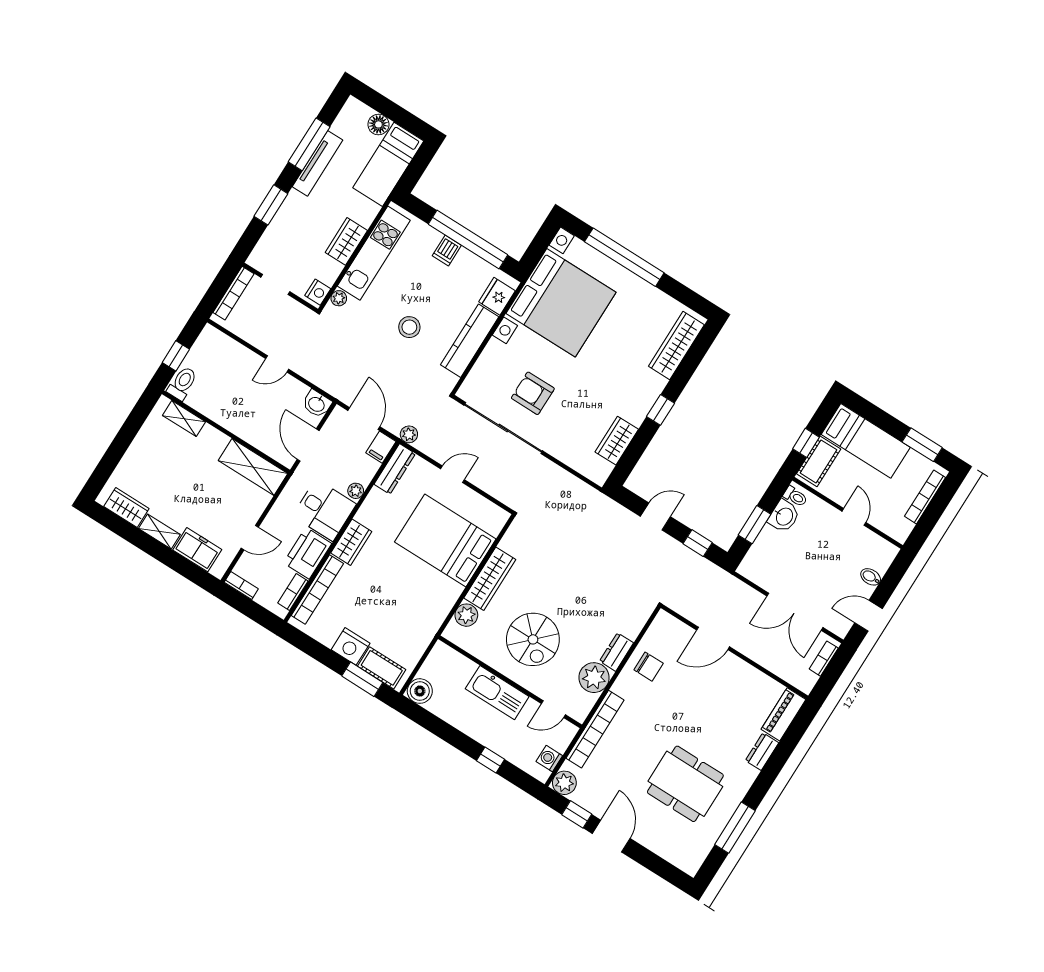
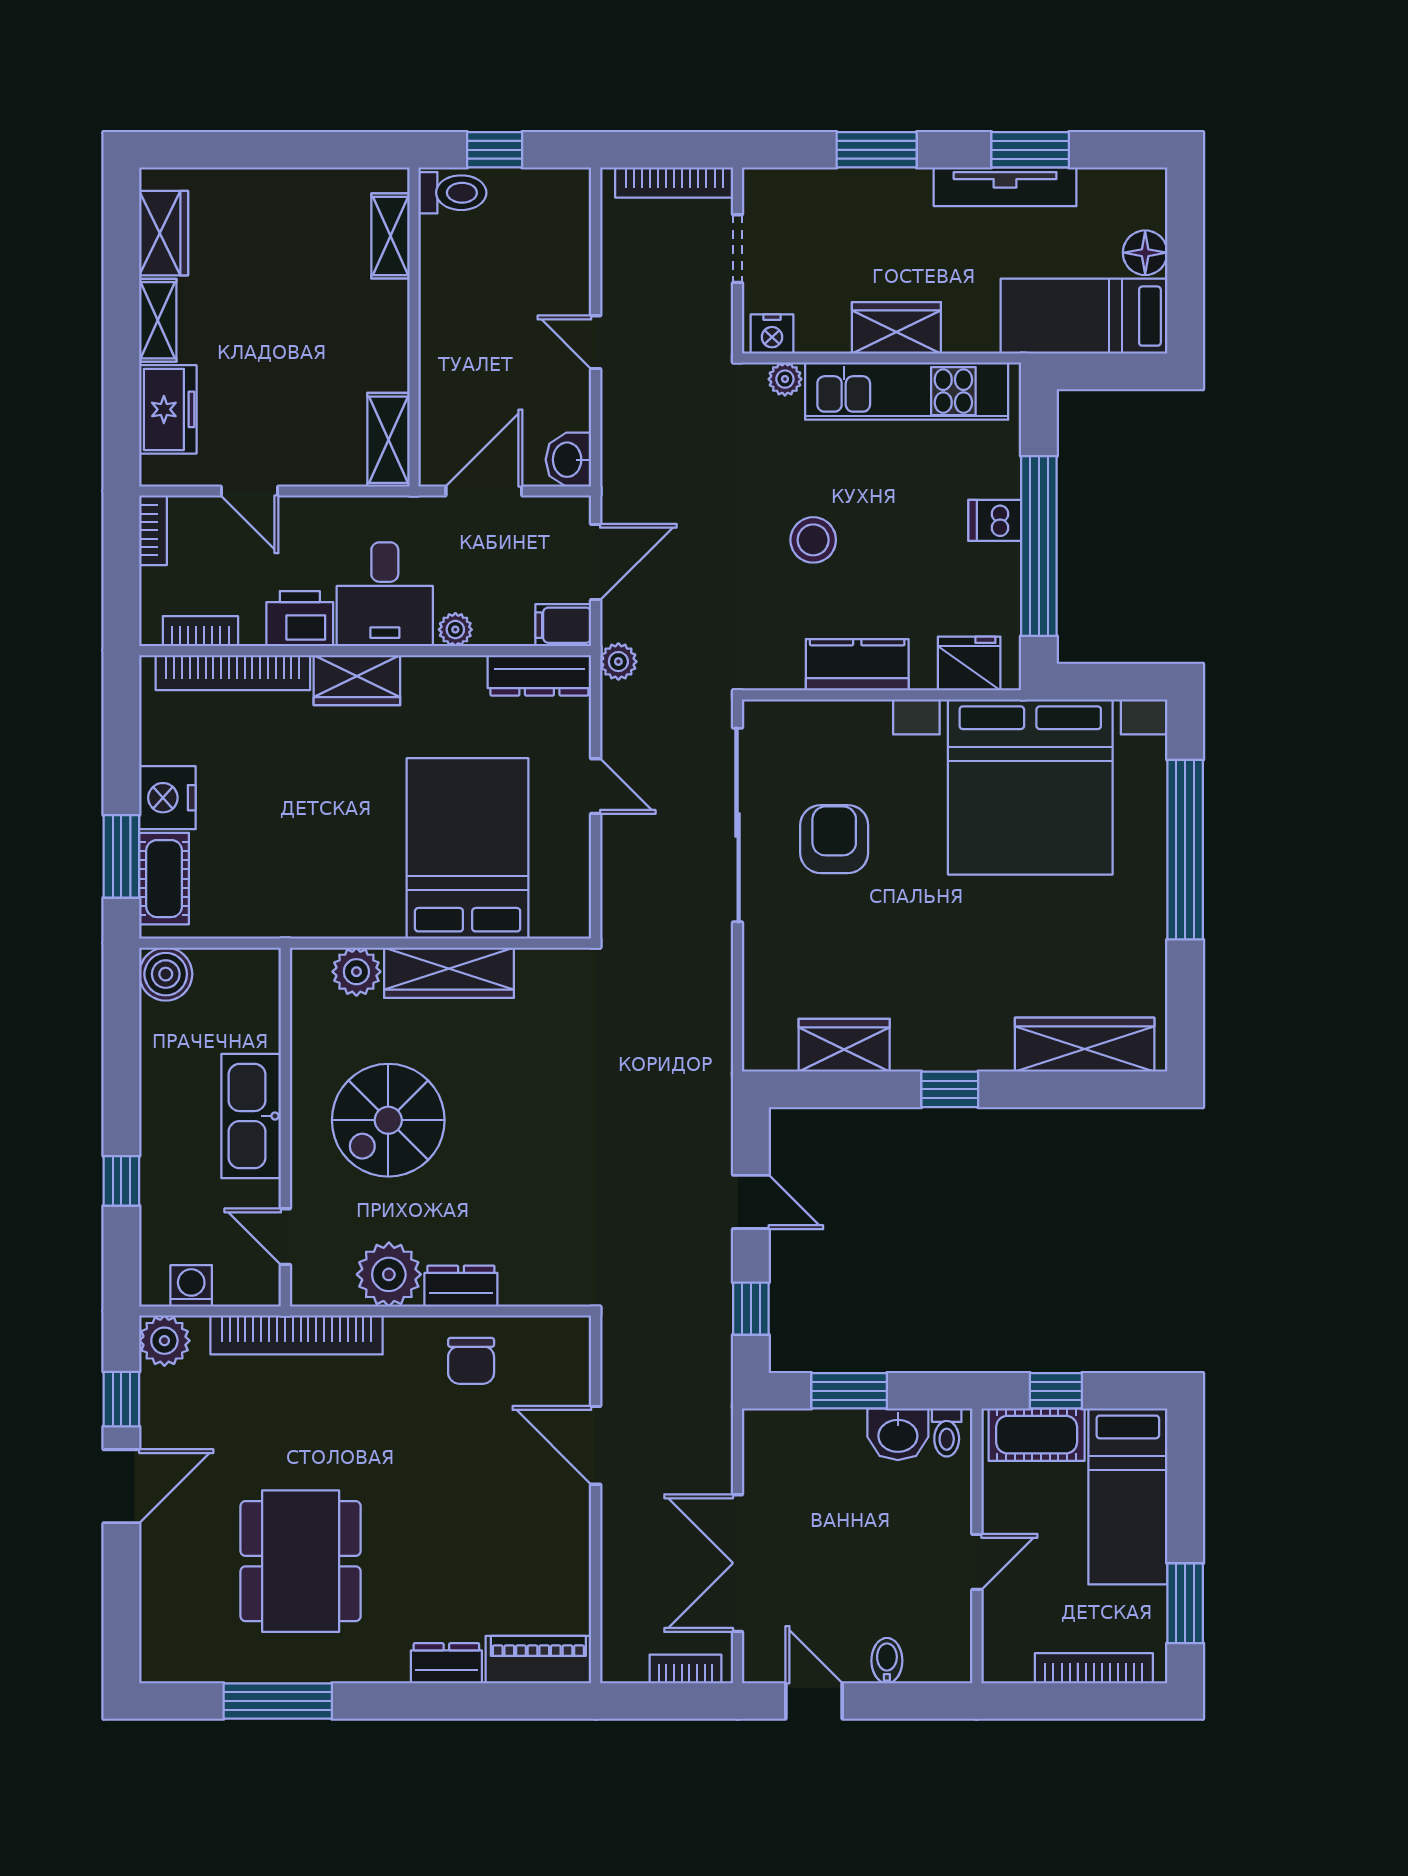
window: (309, 144) -> (1030, 150), width x0.69
kitchen counter: (470, 341) -> (857, 665), width x0.67
shelving: (253, 467) -> (388, 440), width x0.67, depth x0.75
printer: (307, 553) -> (300, 619), width x0.73, depth x0.84

